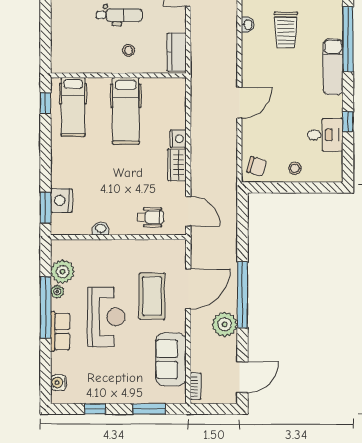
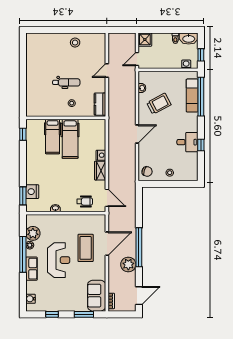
trolley: (286, 30) -> (159, 104), moved, turned -118
exam couch: (333, 67) -> (192, 96), moved
hospital bed: (73, 107) -> (53, 137), moved
desk: (325, 135) -> (187, 142), moved
sofa: (171, 359) -> (97, 296), moved

